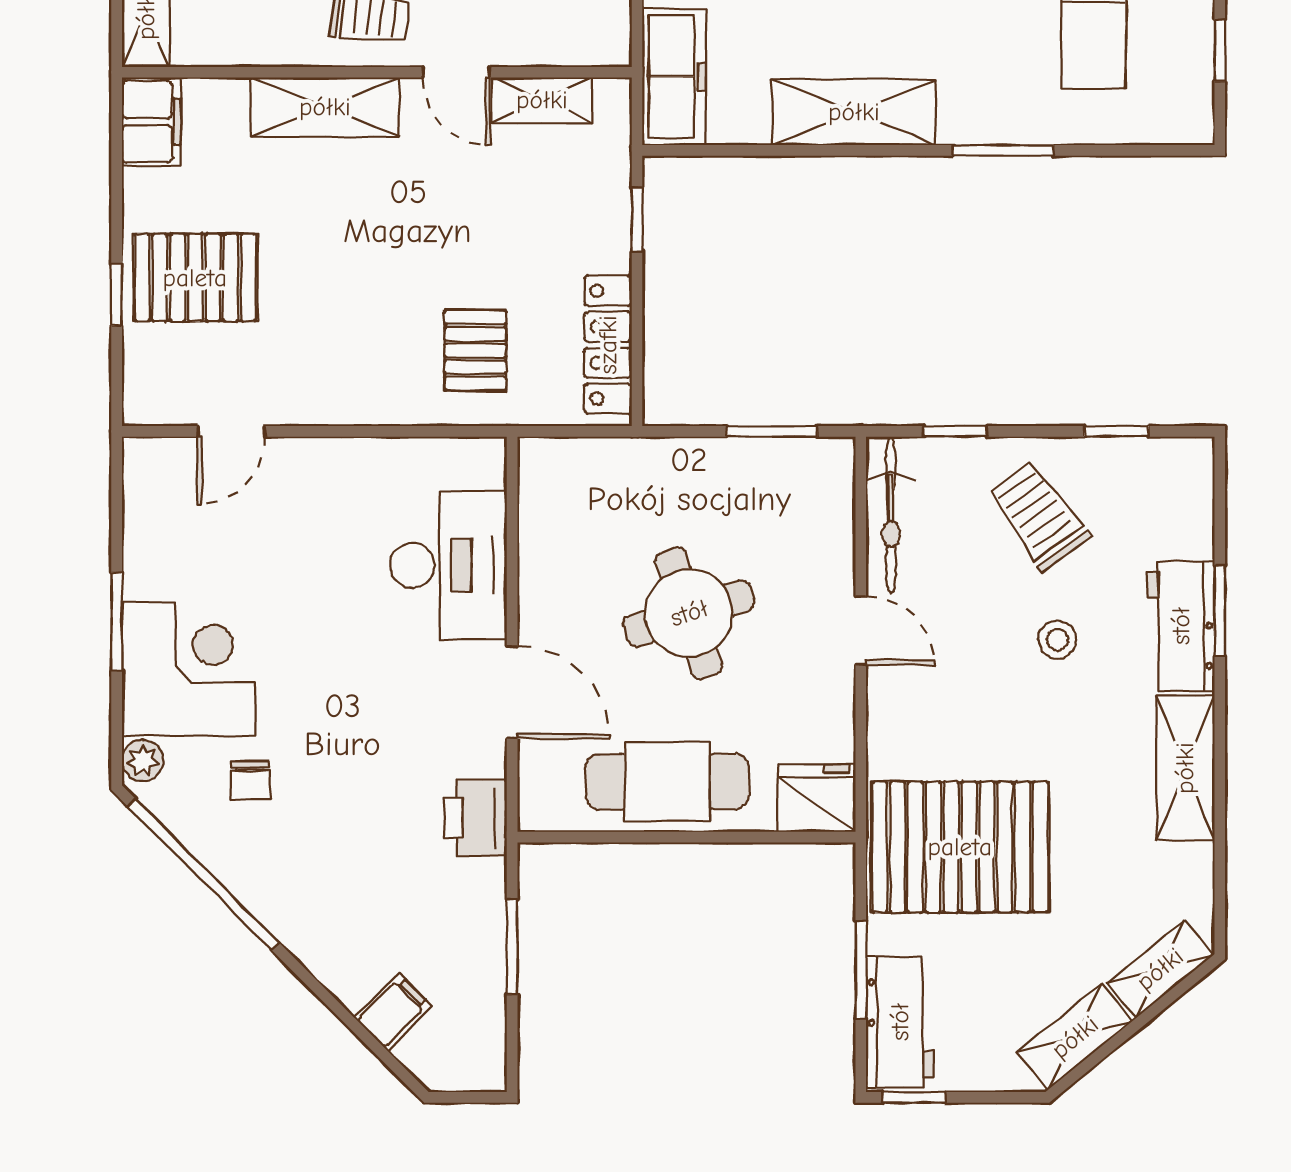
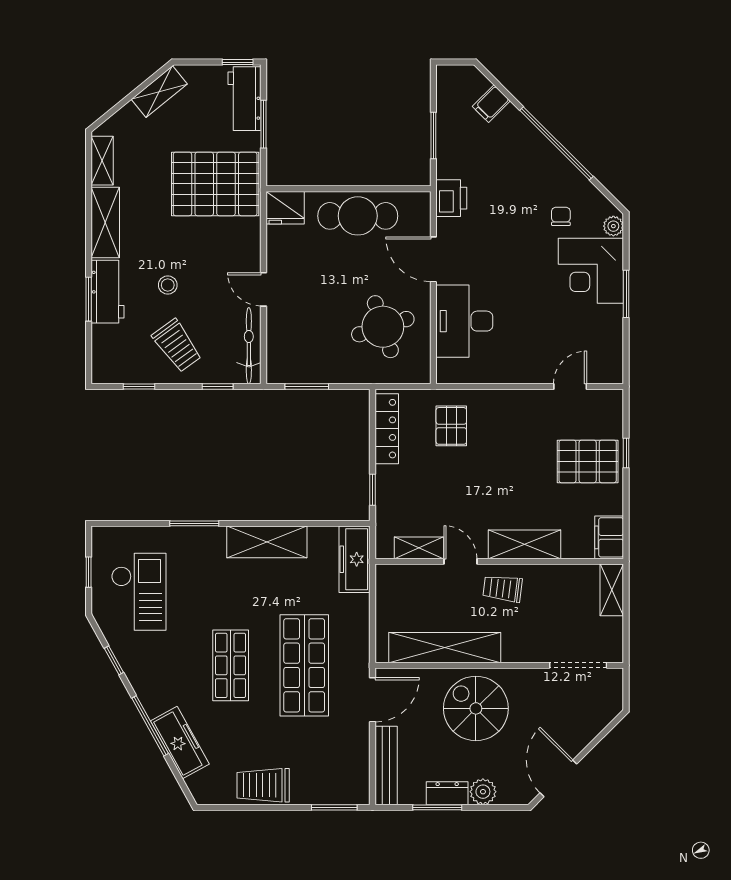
round table: (689, 613) -> (383, 327), moved
window: (203, 874) -> (556, 143), moved
shelving: (1160, 969) -> (102, 161), moved, turned -51

